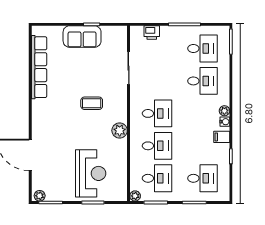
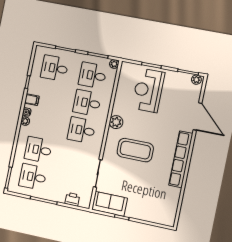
sofa: (82, 37) -> (110, 204), moved
row of seats: (39, 67) -> (181, 159), moved
coffee table: (92, 103) -> (135, 150), width x1.86, depth x1.72

